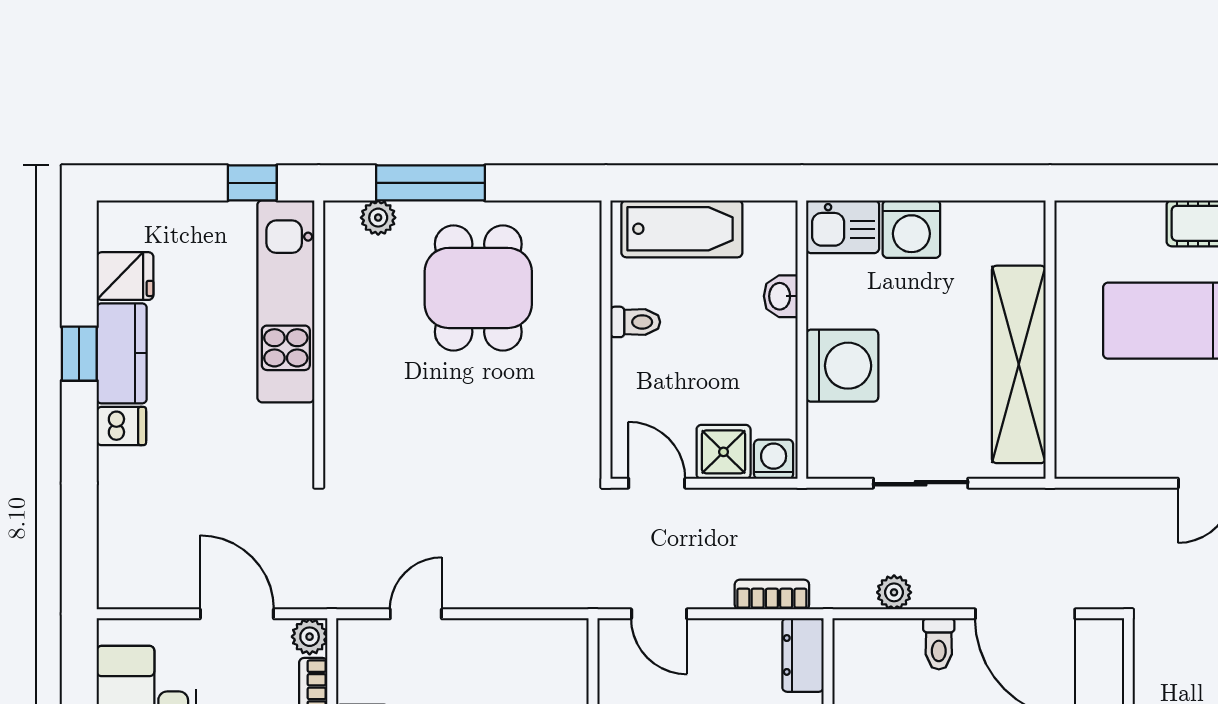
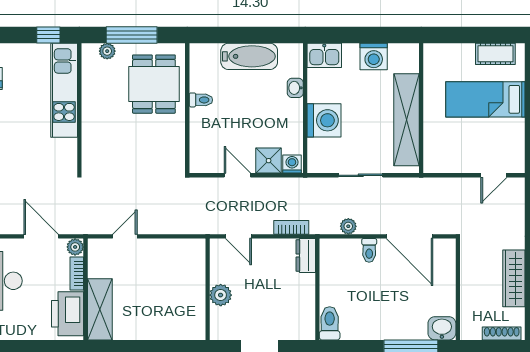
washing machine: (911, 229) -> (374, 57), moved
toilet: (635, 322) -> (201, 100), moved
wall: (606, 340) -> (187, 108), moved

